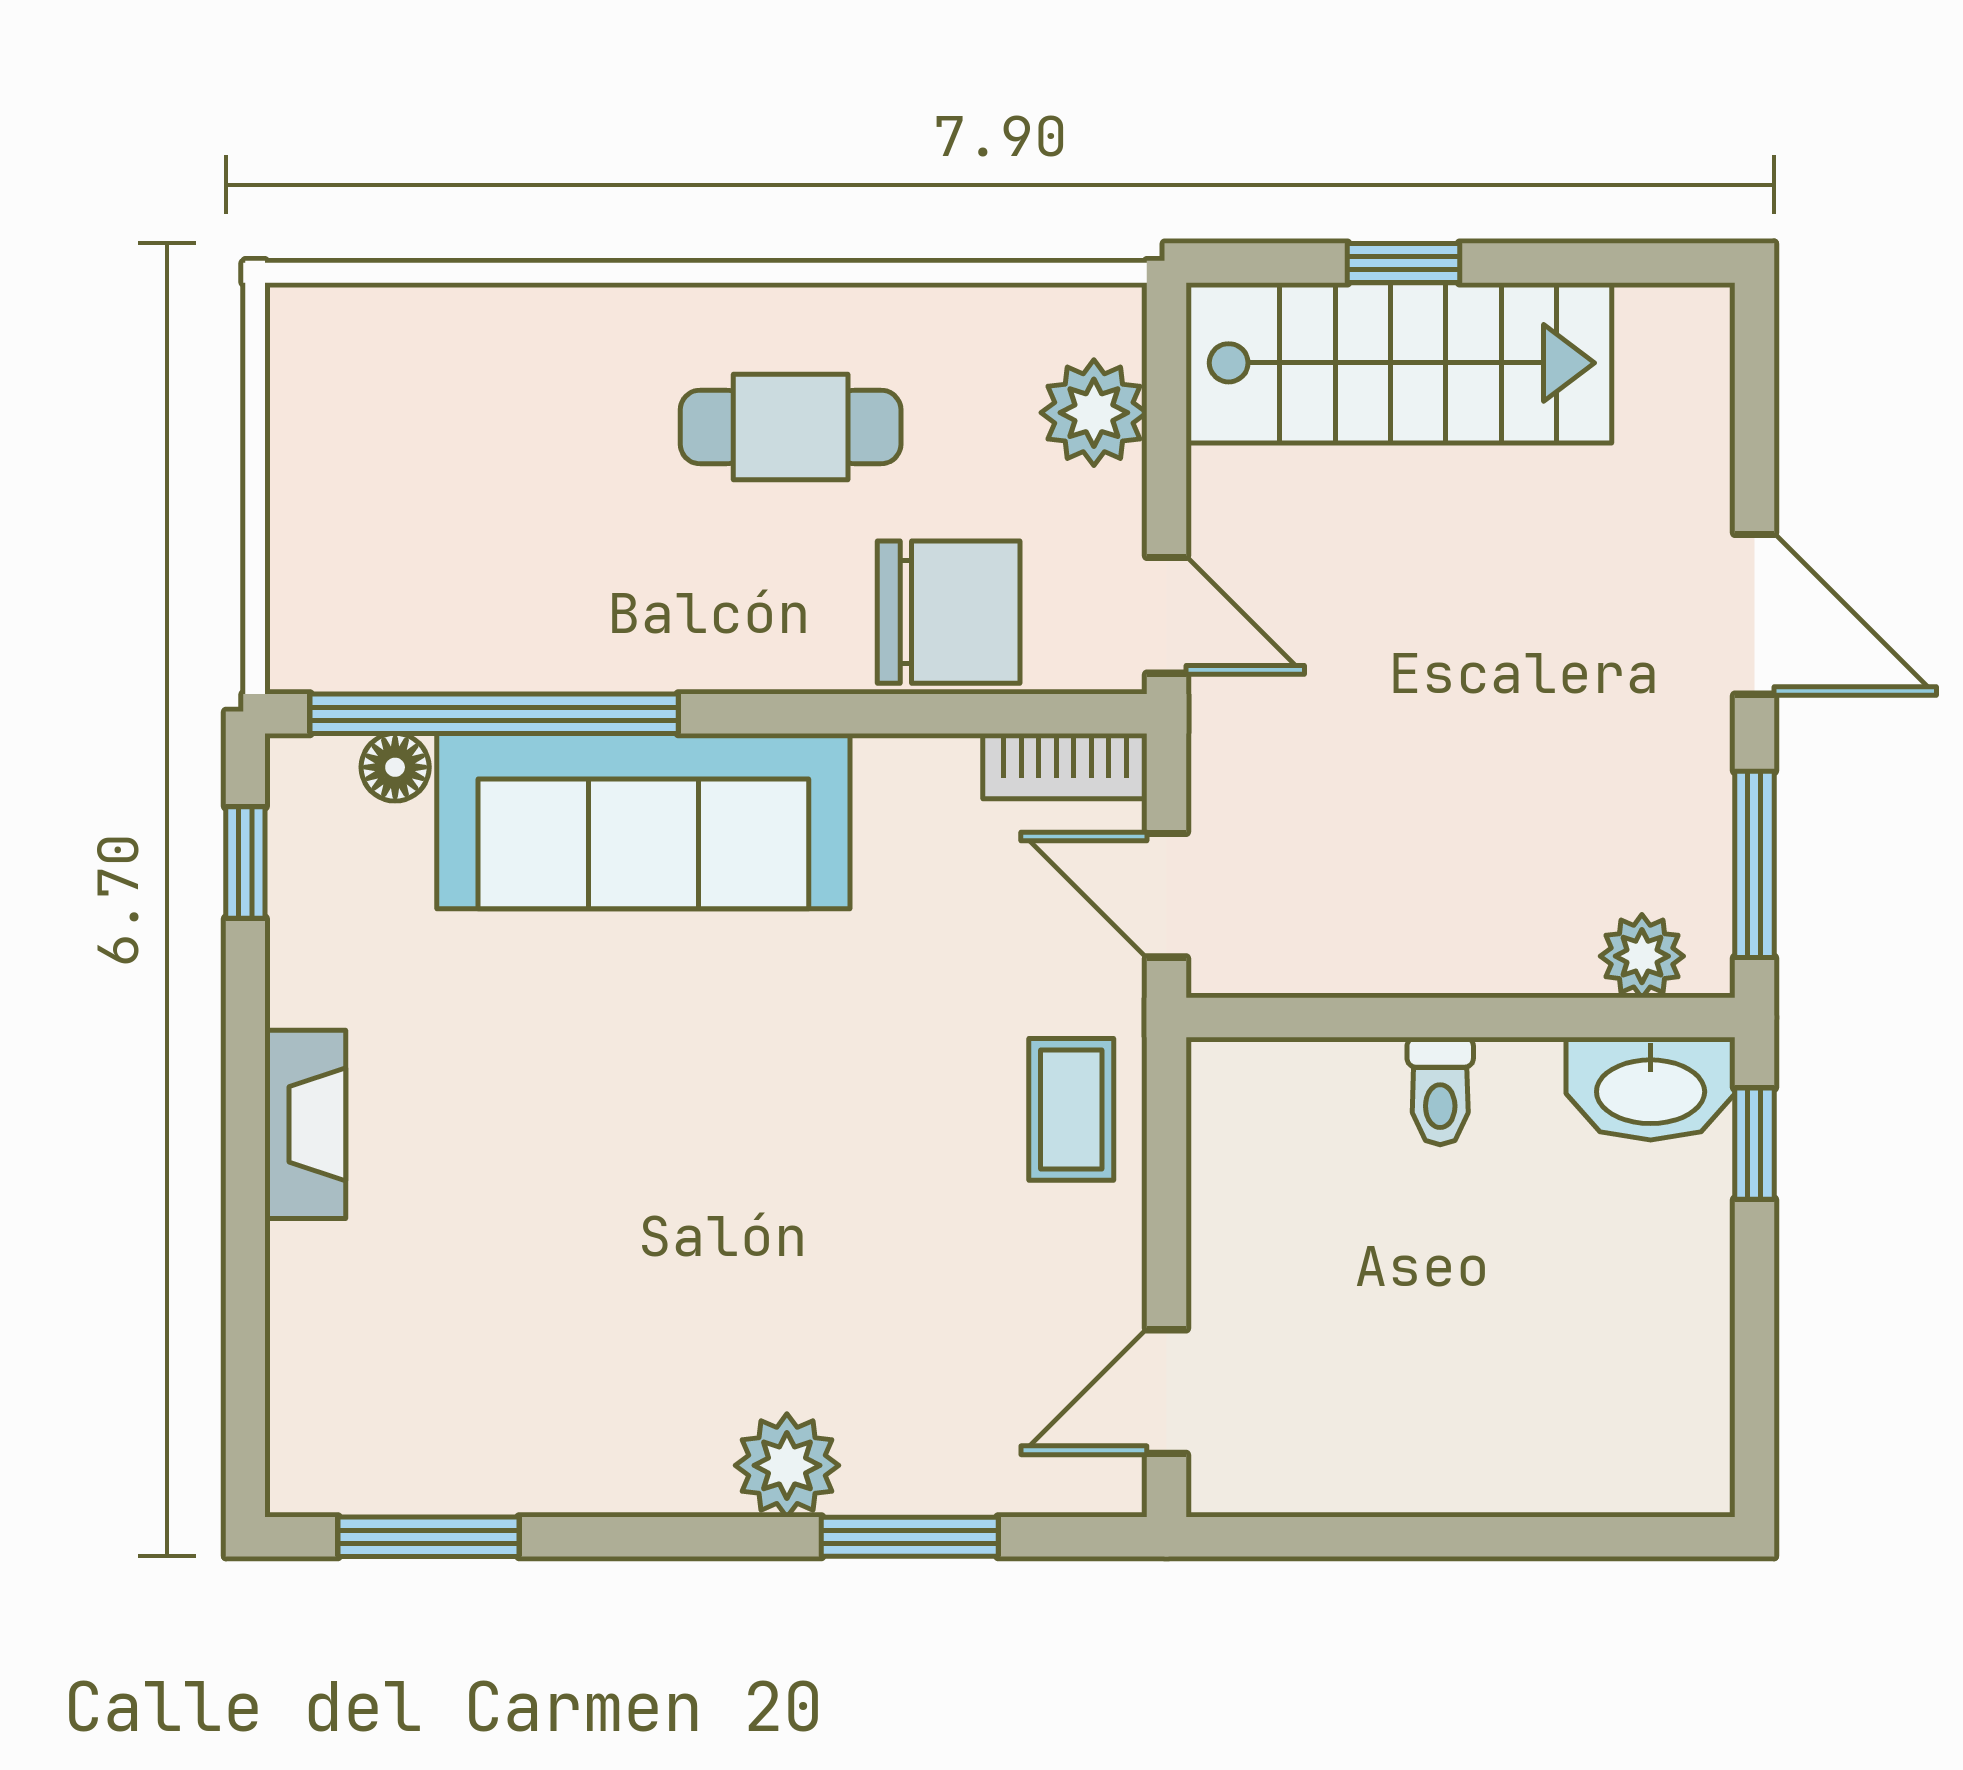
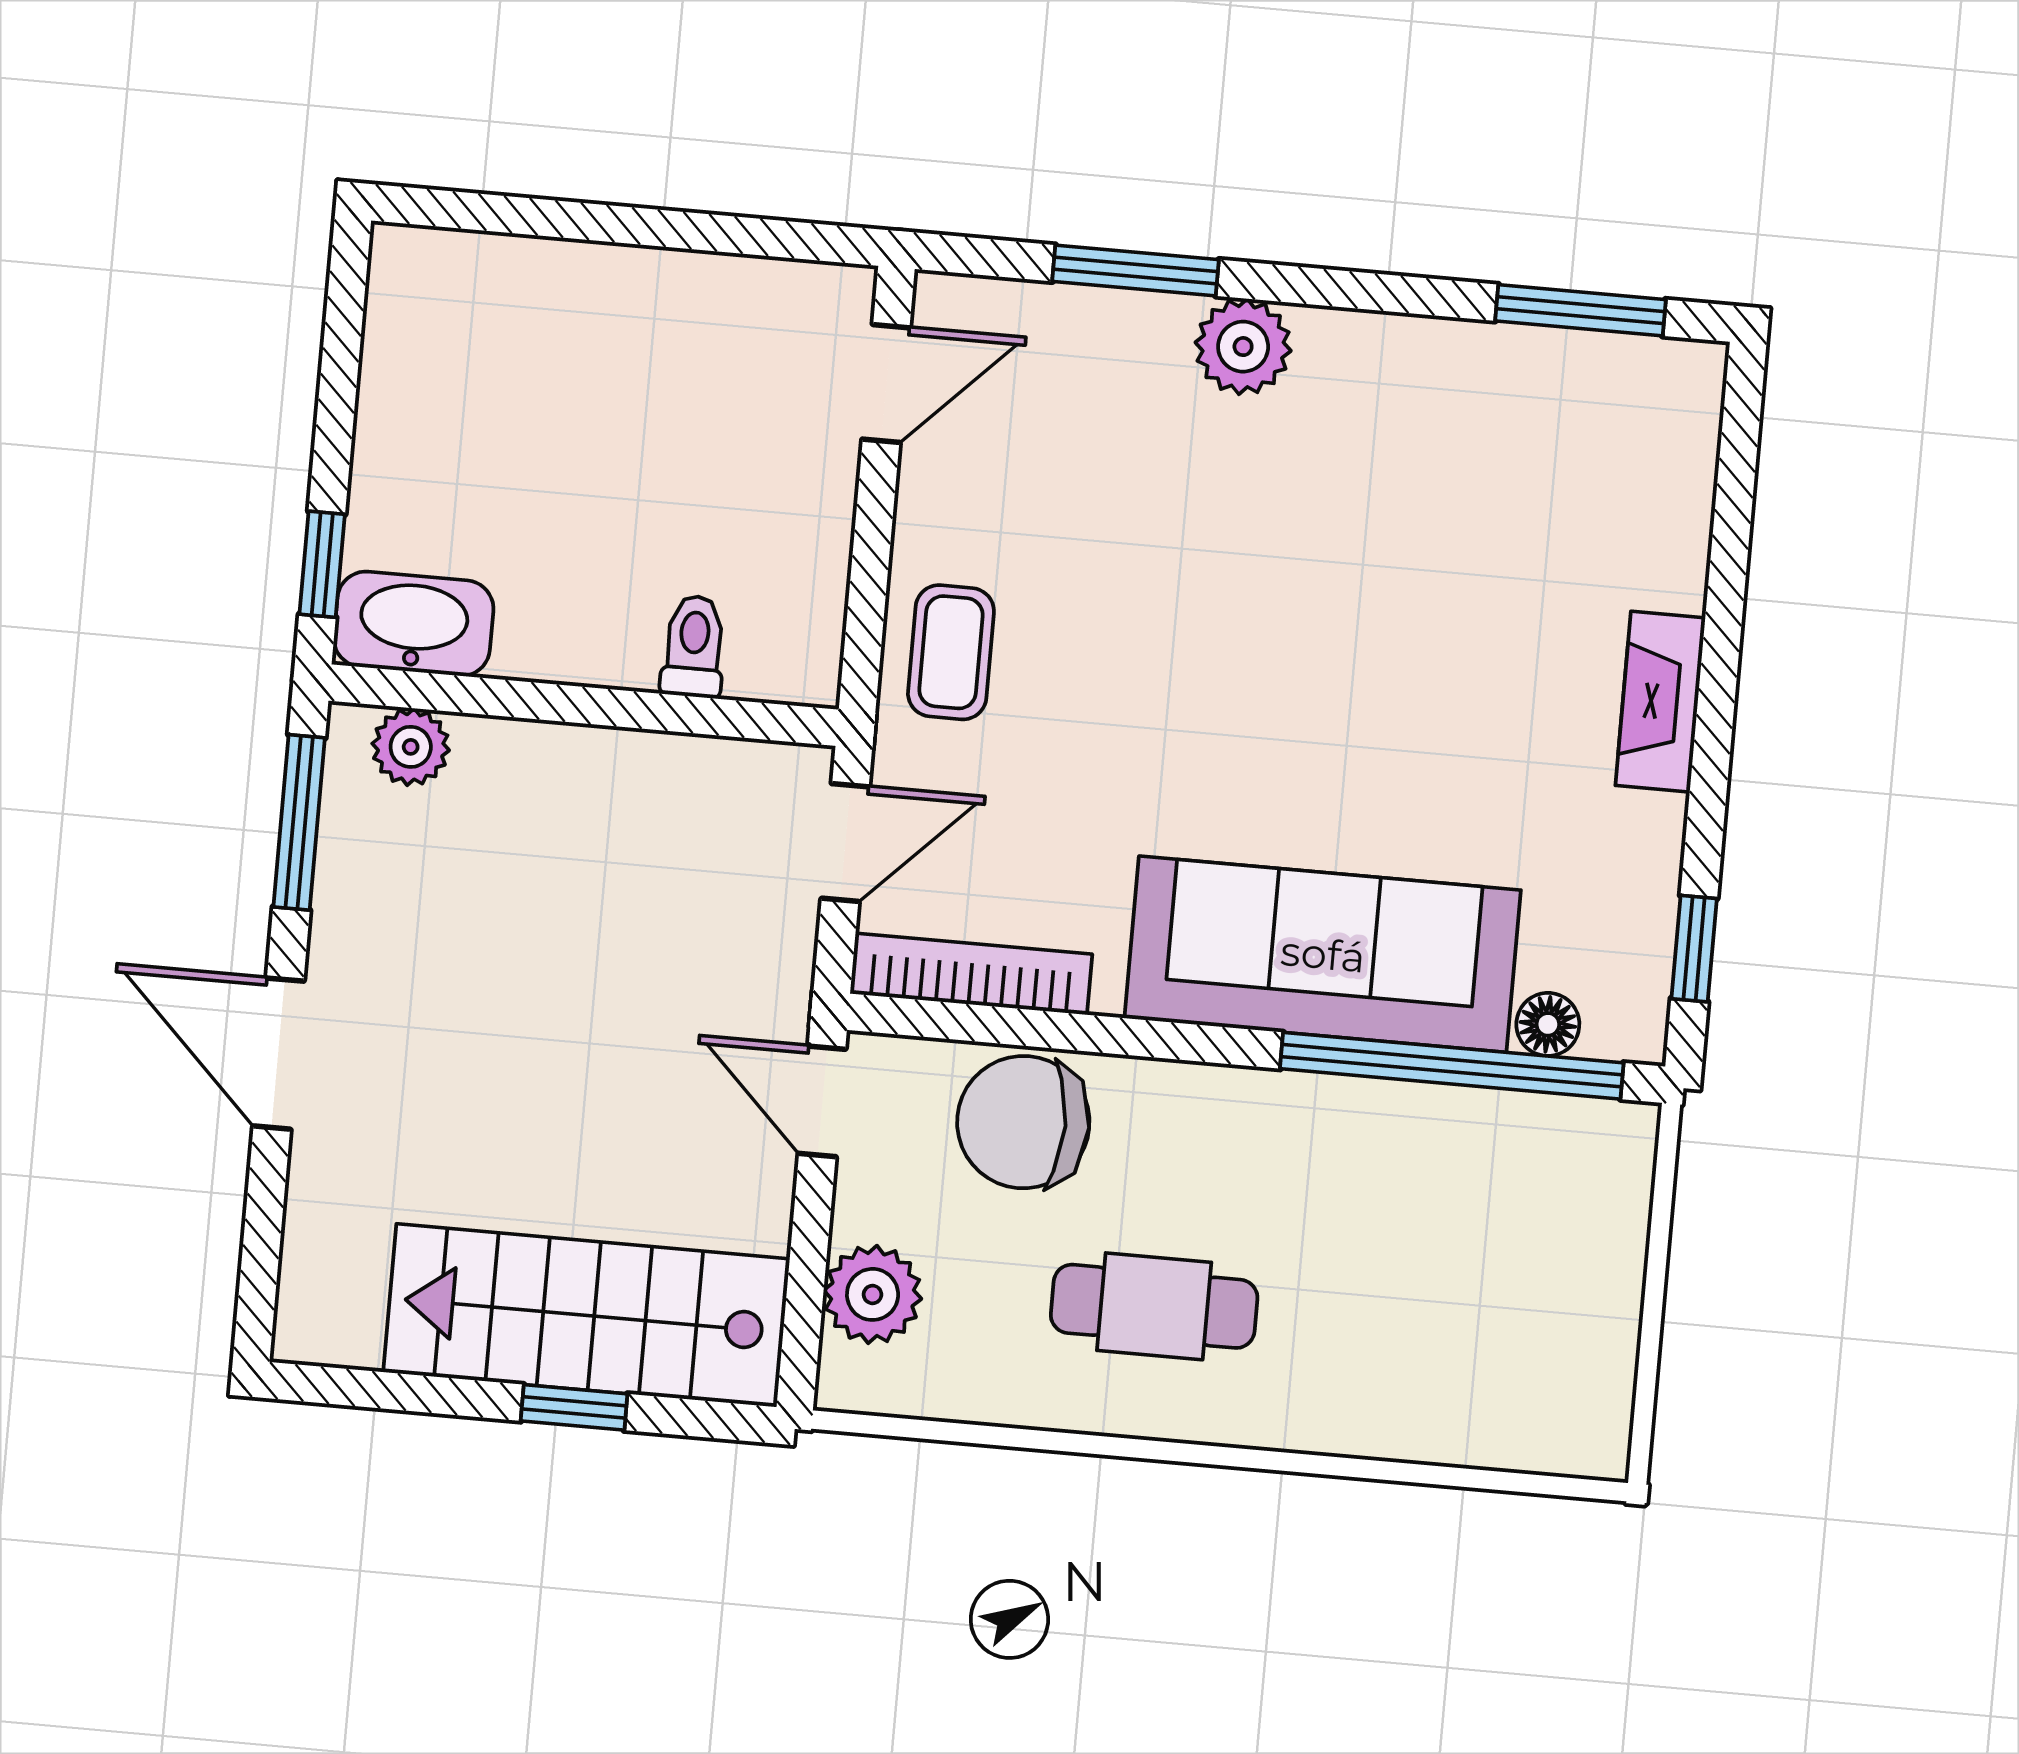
bookcase: (1065, 766) -> (971, 974), width x1.56
door: (1167, 895) -> (845, 843), hinge flipped
toilet: (1440, 1091) -> (694, 646), moved

